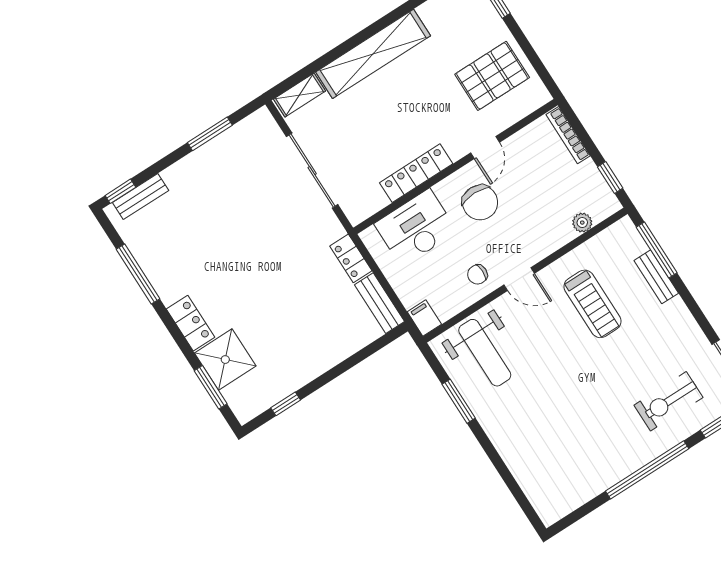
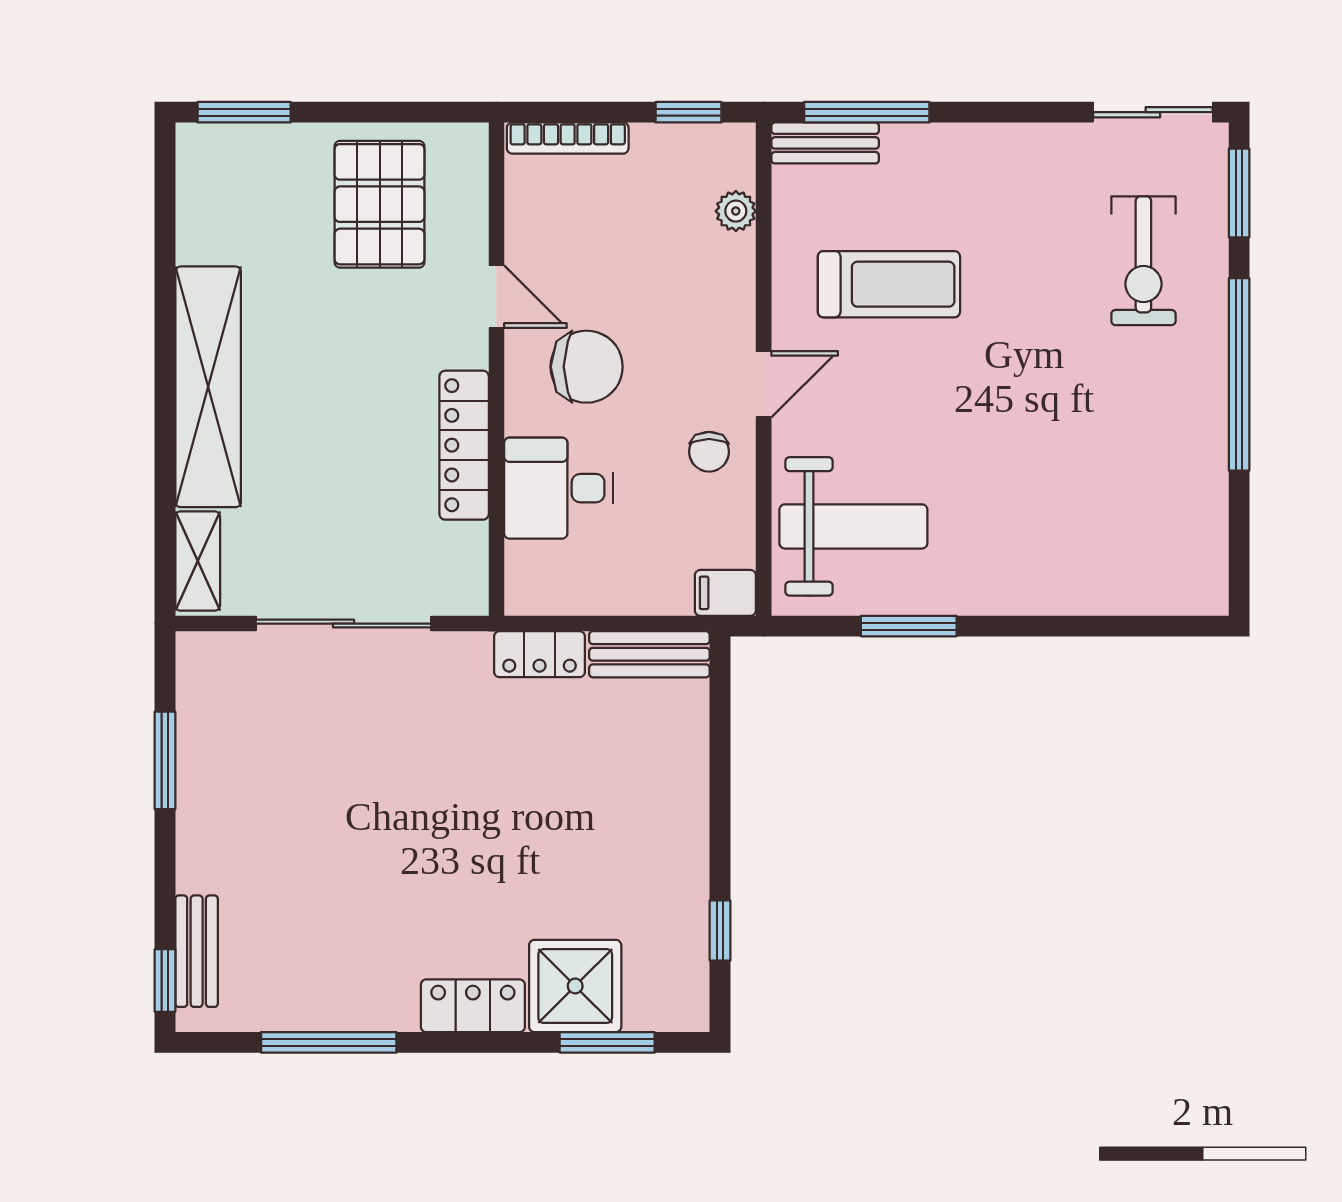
desk: (416, 228) -> (559, 488), width x0.73
bench: (656, 277) -> (825, 143), moved

